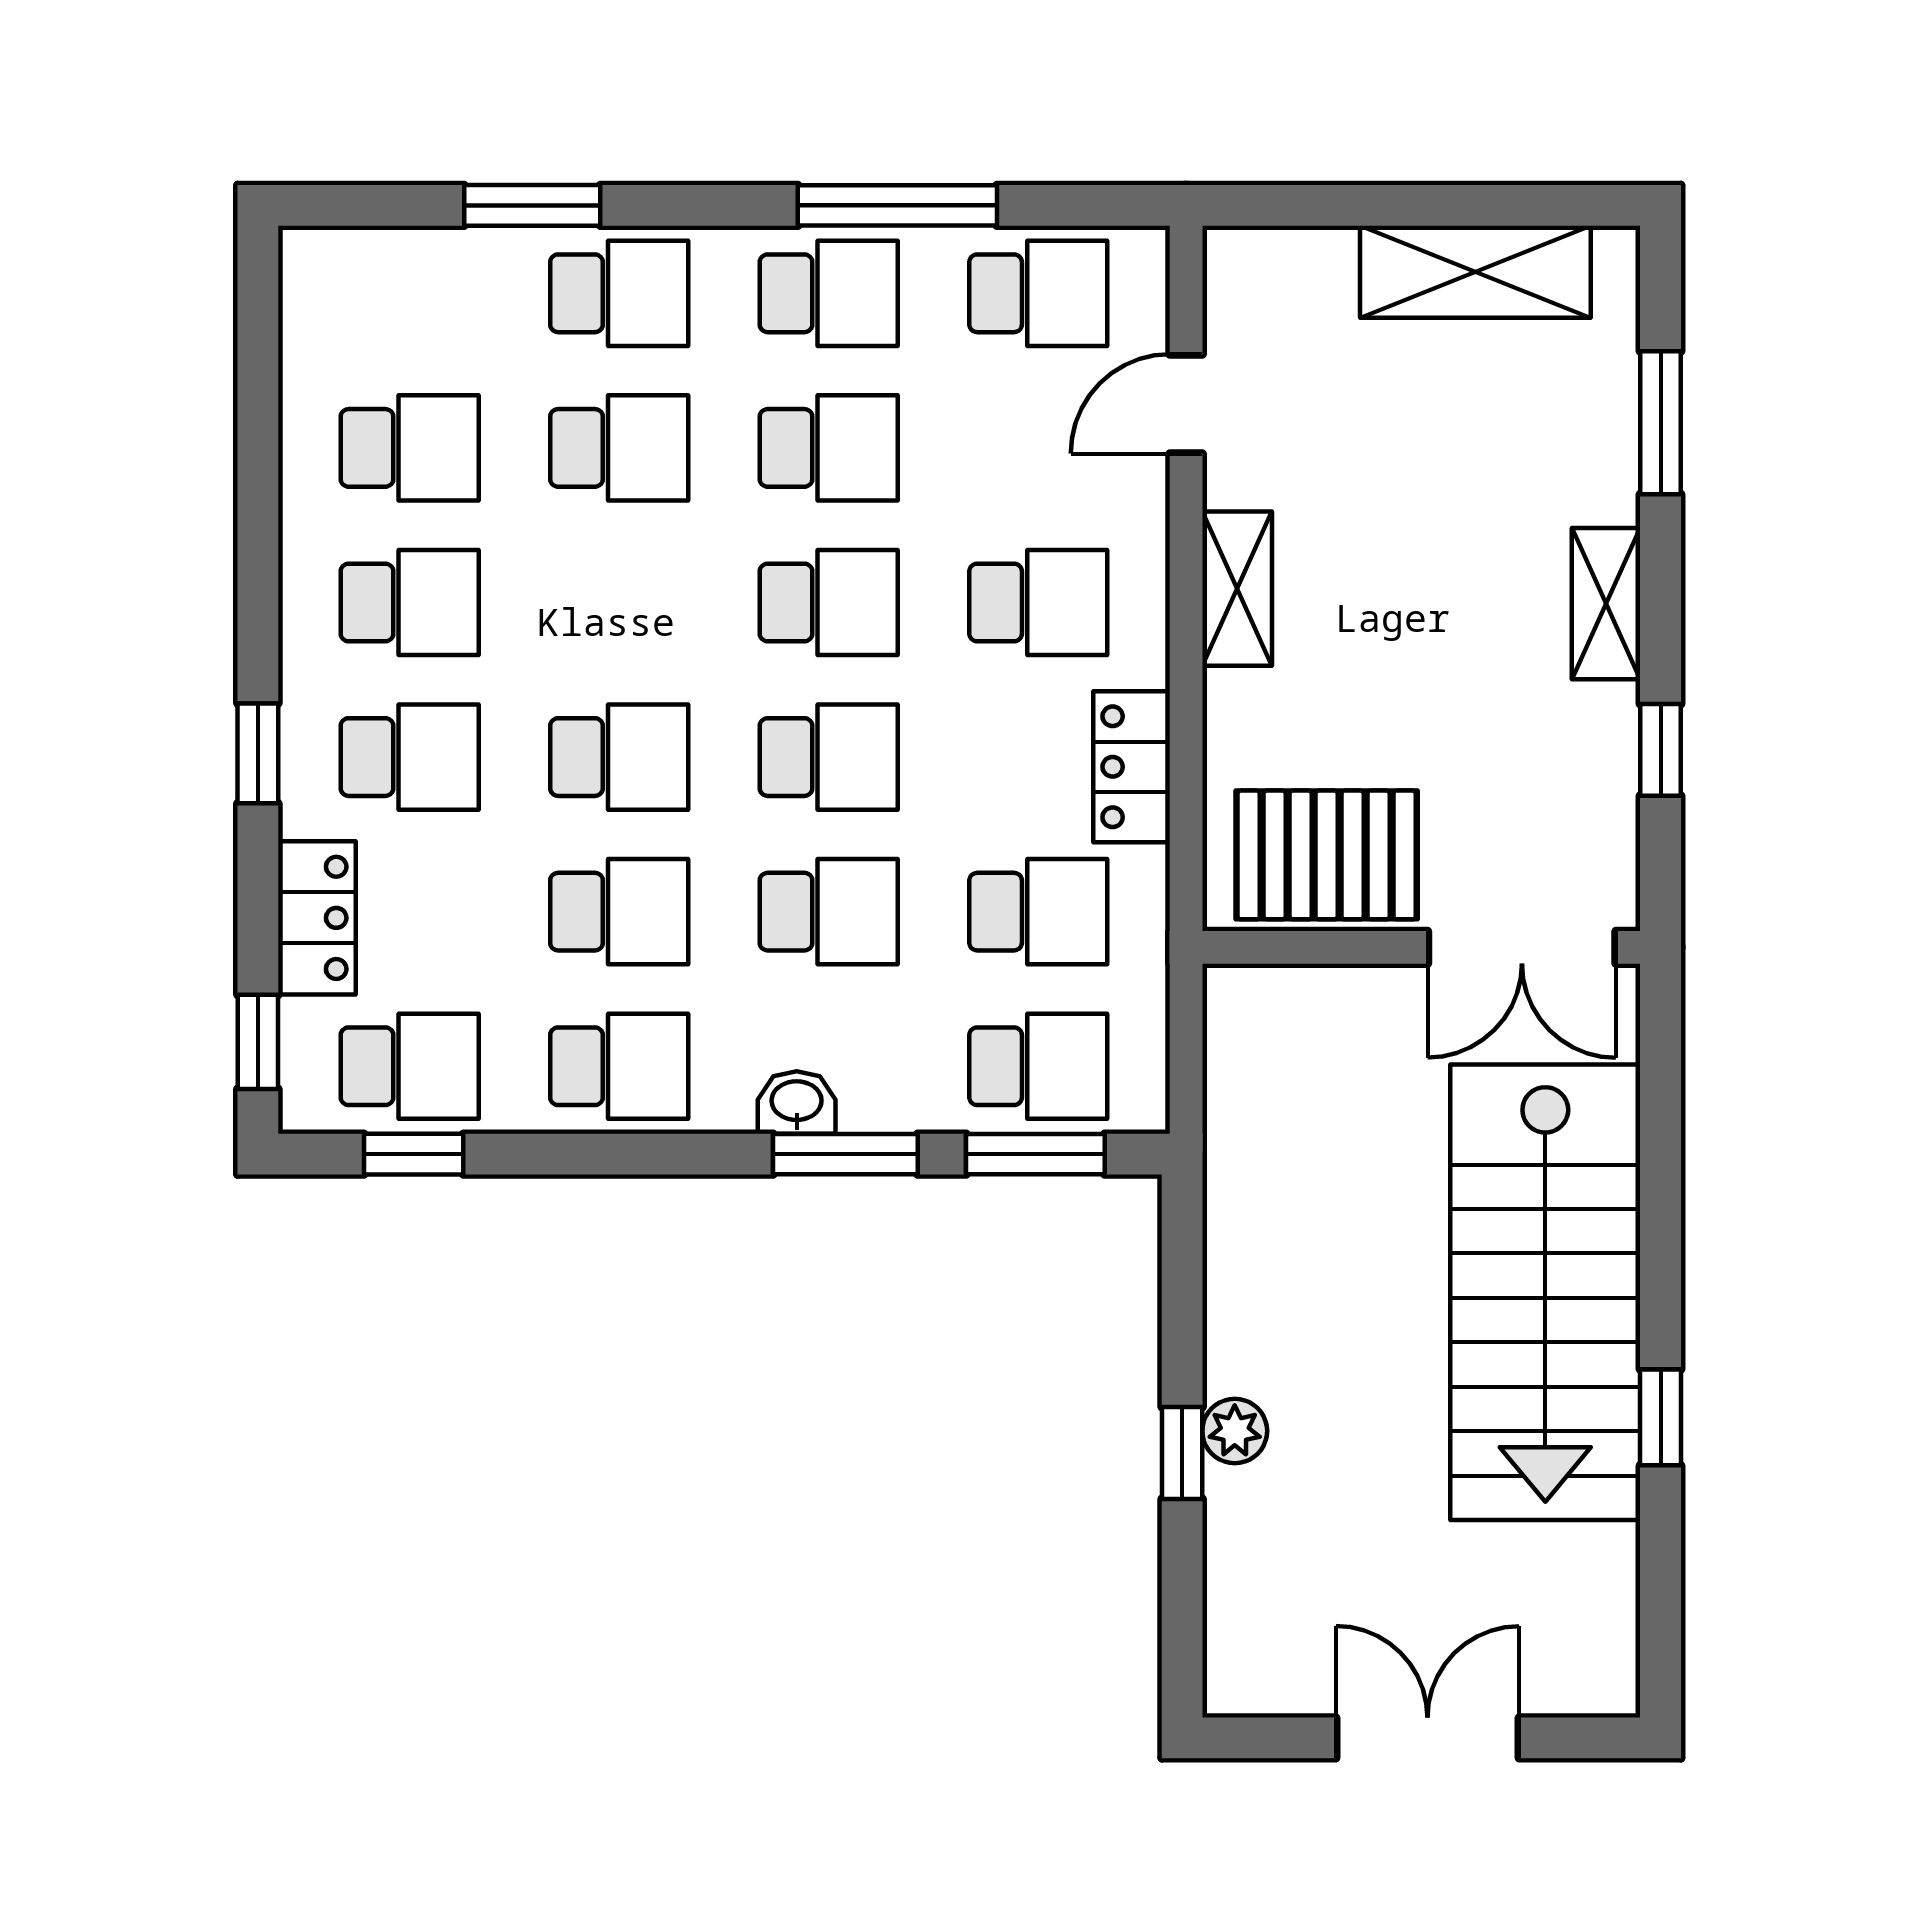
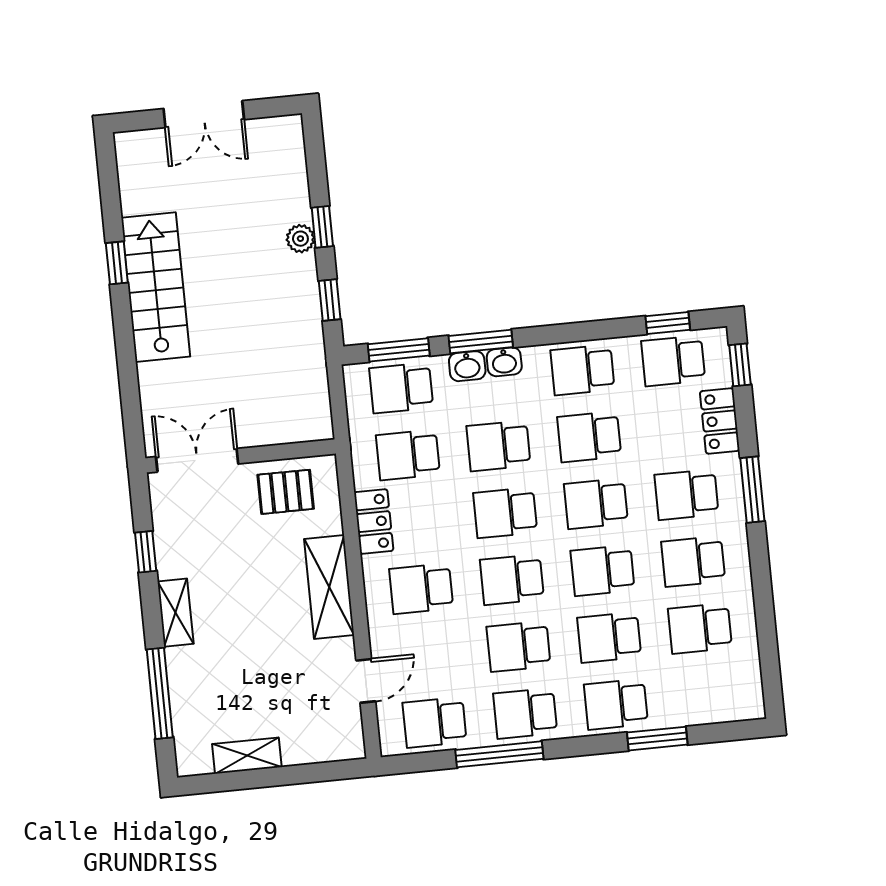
shelving: (1475, 272) -> (247, 756), width x0.67, depth x0.75
window: (1661, 423) -> (160, 693), width x1.44
shelving: (1237, 589) -> (329, 587), width x1.50, depth x1.33
school desk: (619, 602) -> (603, 571), added
window: (258, 753) -> (752, 490), width x1.50
pallet: (1327, 855) -> (286, 492), width x0.67, depth x0.71
washbasin: (882, 1101) -> (467, 366), added
window: (1182, 1284) -> (330, 300), added
stairs: (1545, 1292) -> (156, 287), width x0.73, depth x0.66

